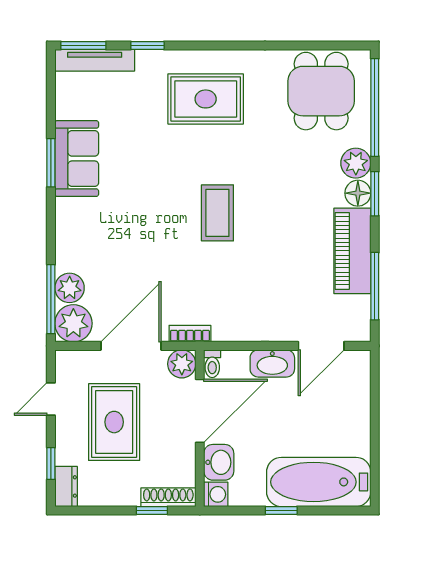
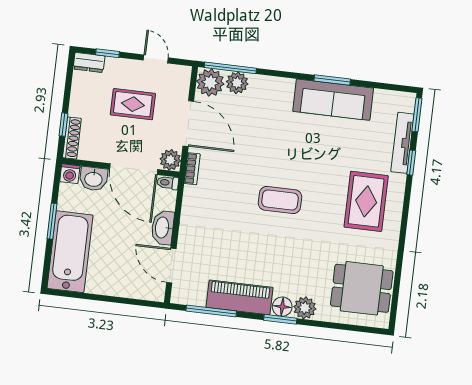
tv unit: (95, 60) -> (402, 143), moved
window: (375, 107) -> (345, 327), removed
sofa: (77, 159) -> (333, 100), width x1.36
rug: (114, 422) -> (133, 104), width x0.73, depth x0.70
window: (281, 510) -> (52, 221), width x1.50

